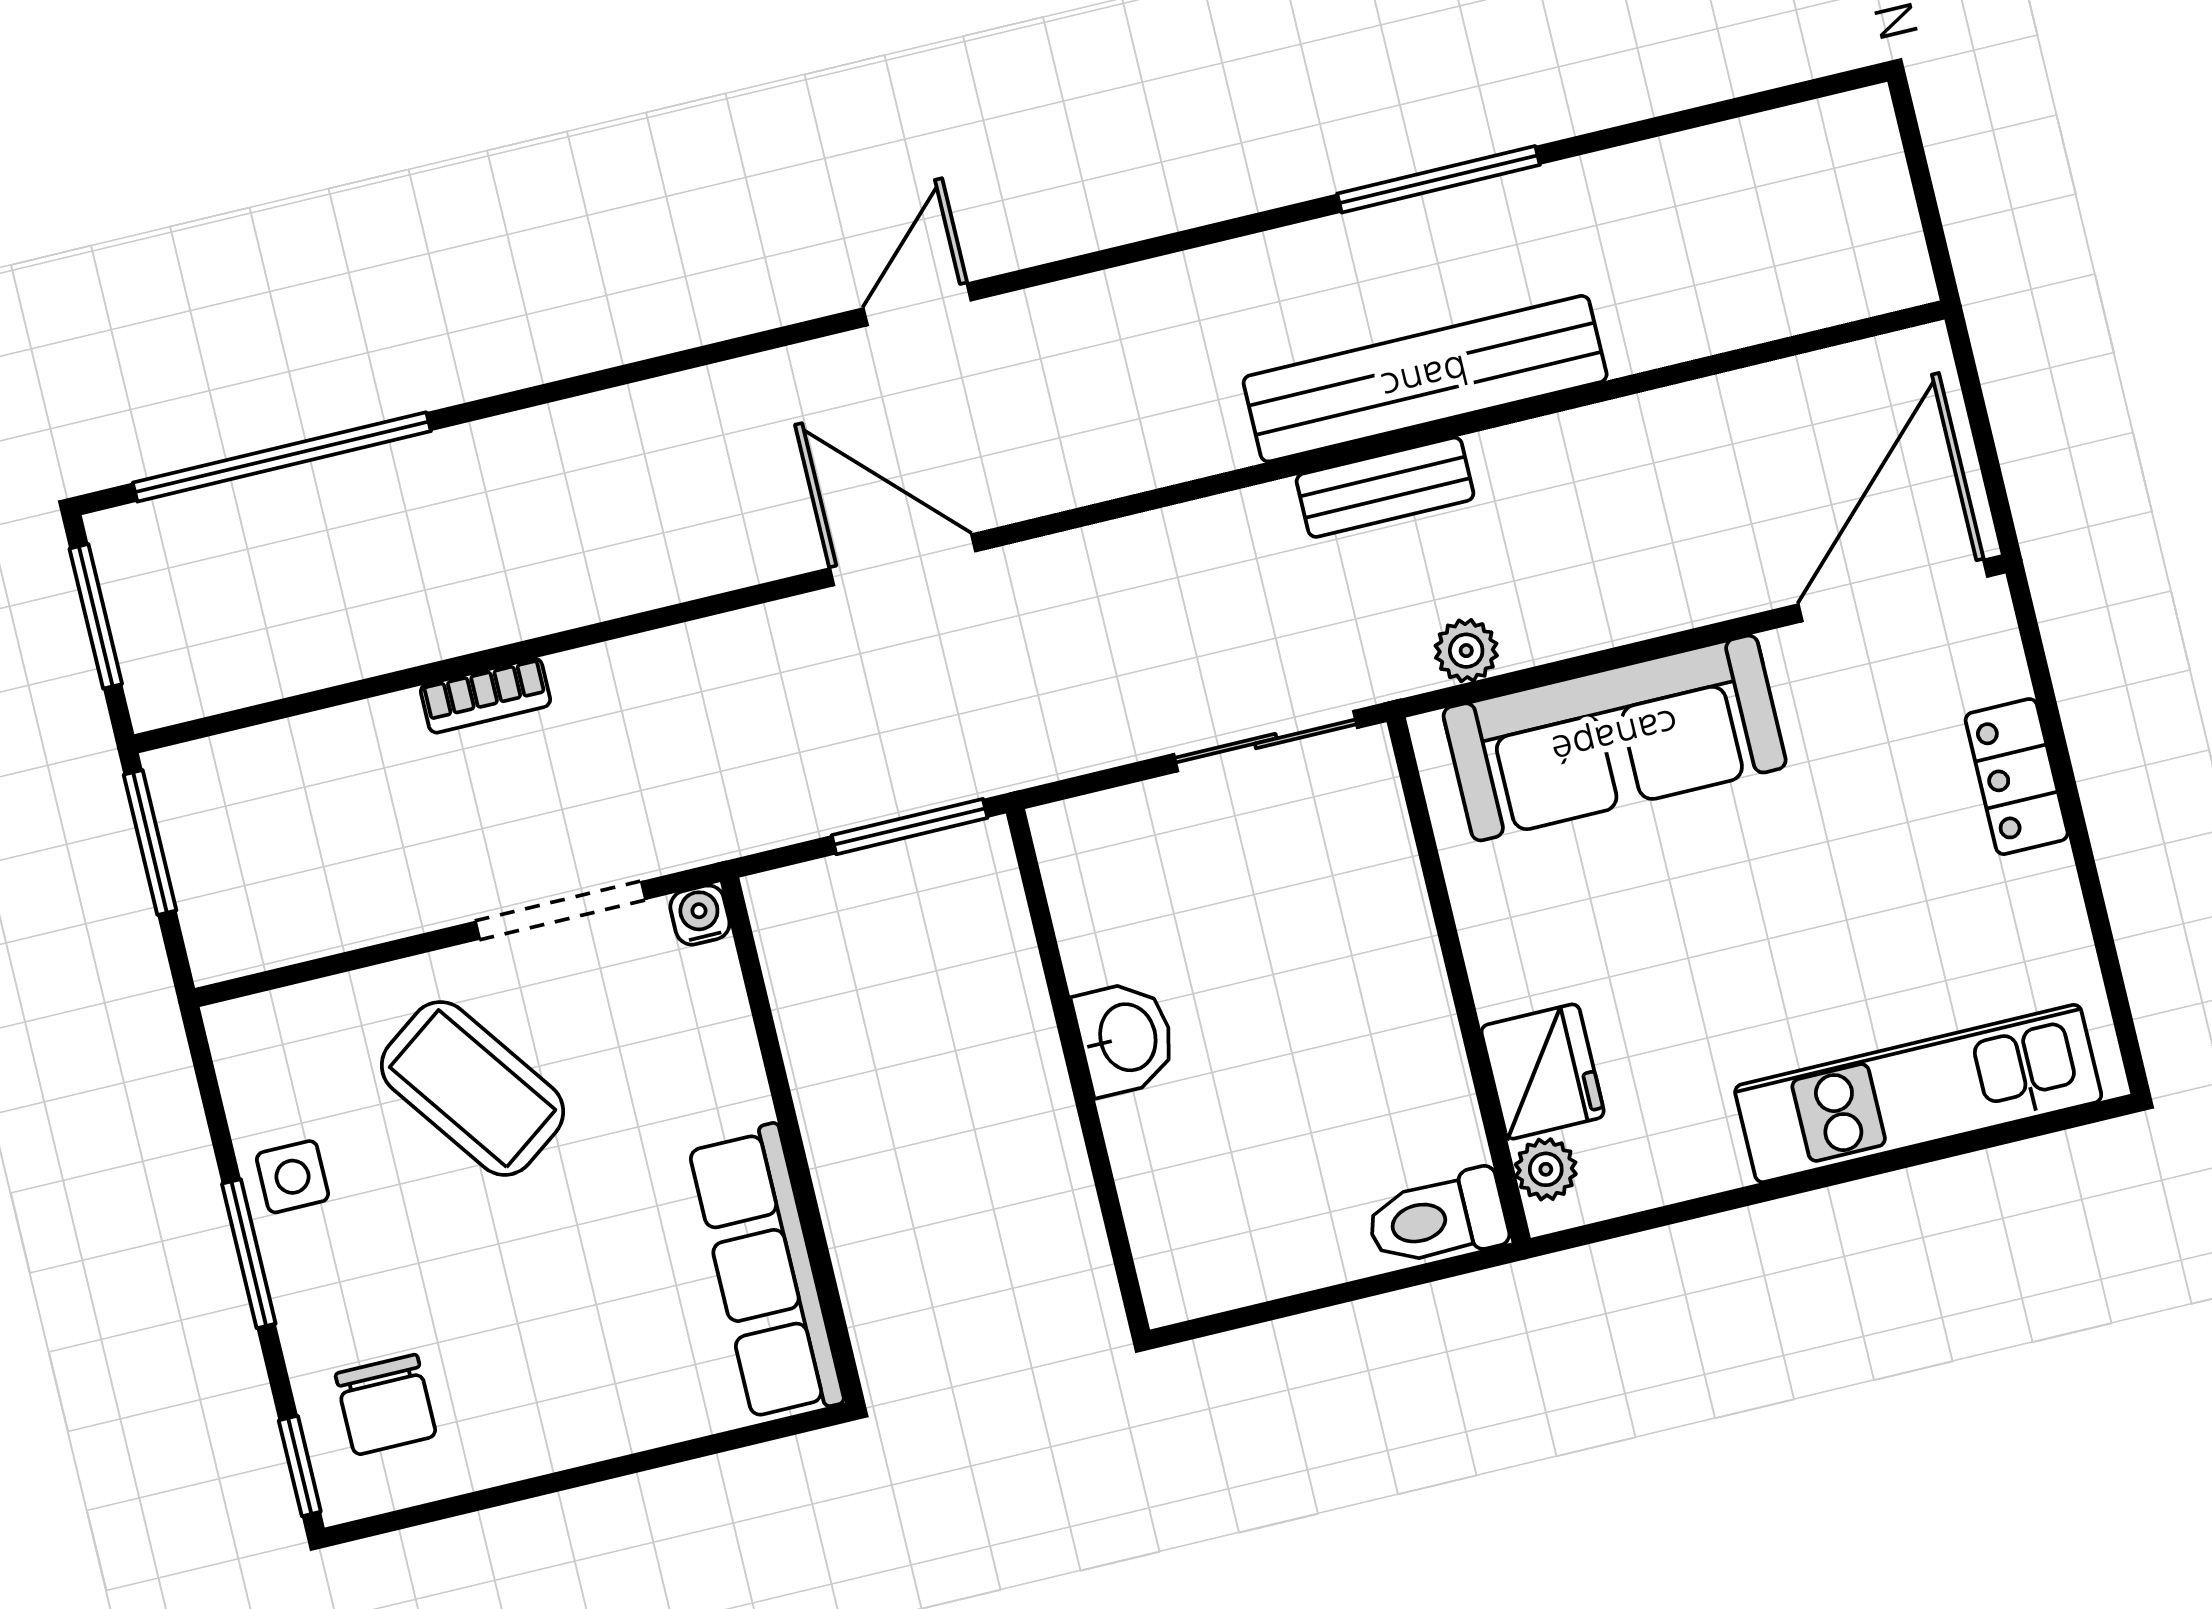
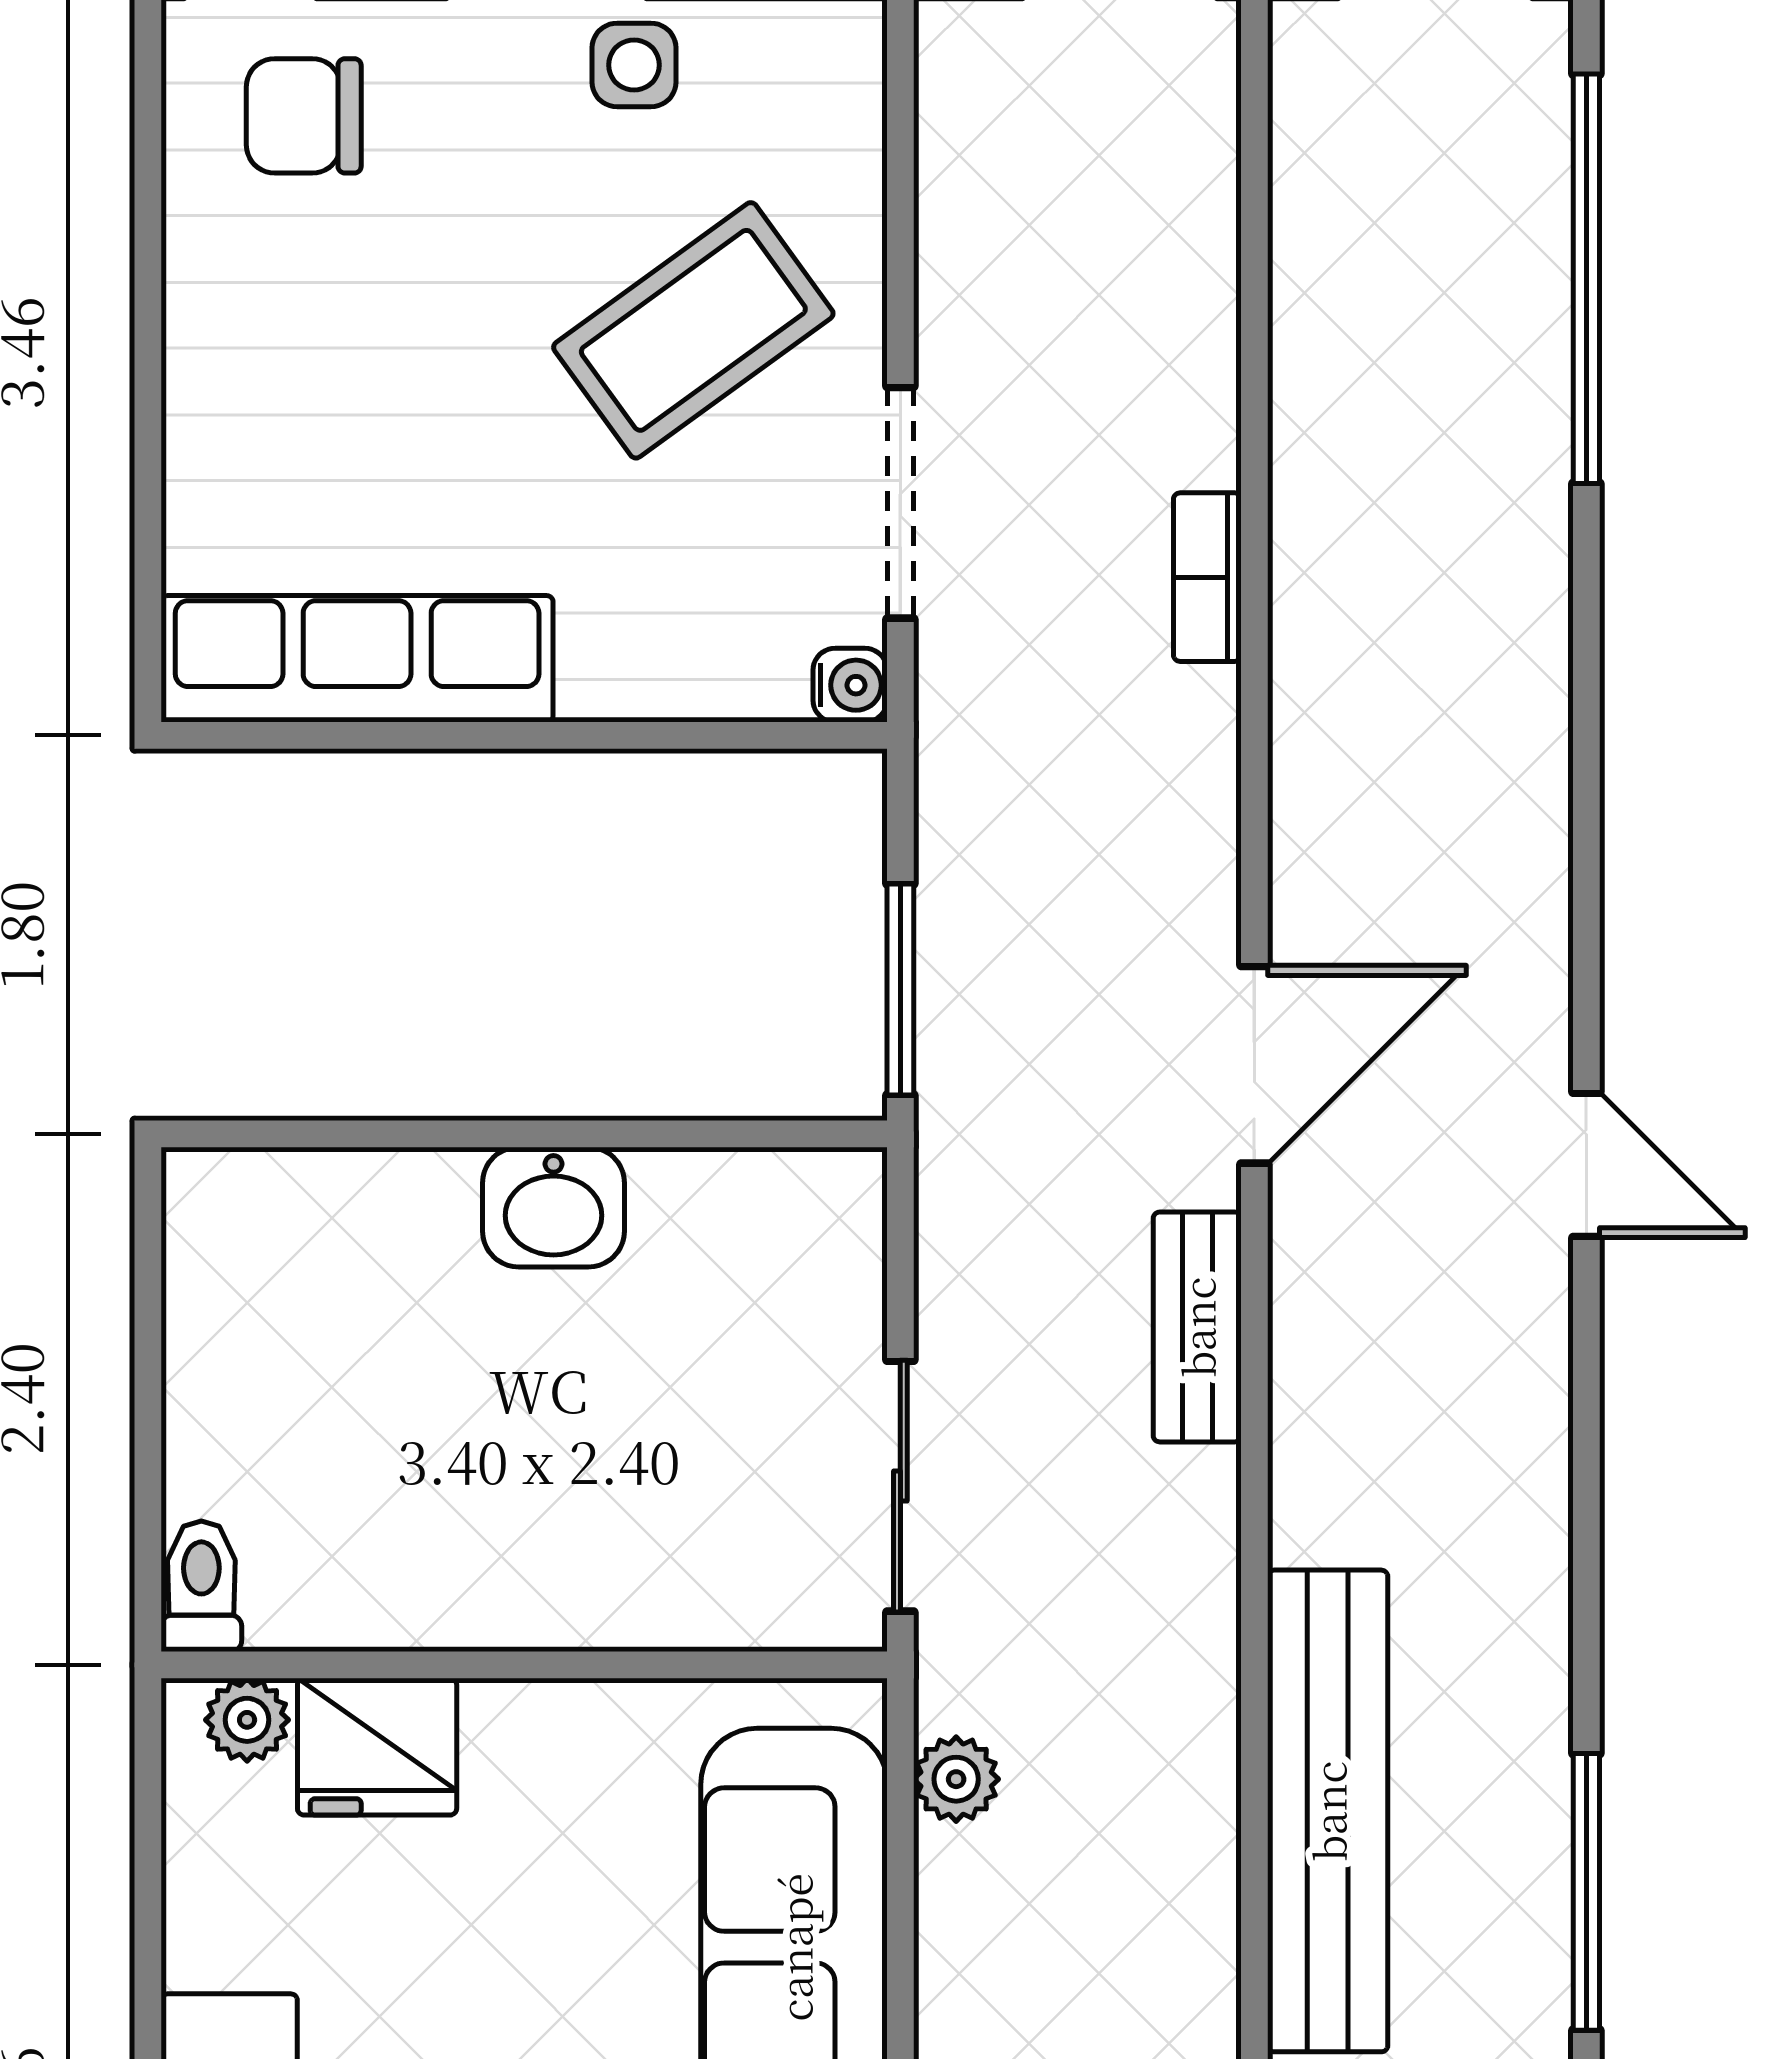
bench: (1385, 487) -> (1197, 1327), moved
bookcase: (485, 696) -> (1207, 577), moved
toilet: (1437, 1219) -> (201, 1586), width x0.73, depth x0.72

